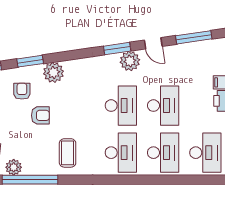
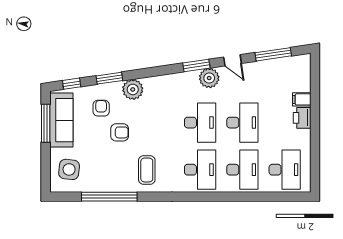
plant: (14, 167) -> (93, 184), removed

